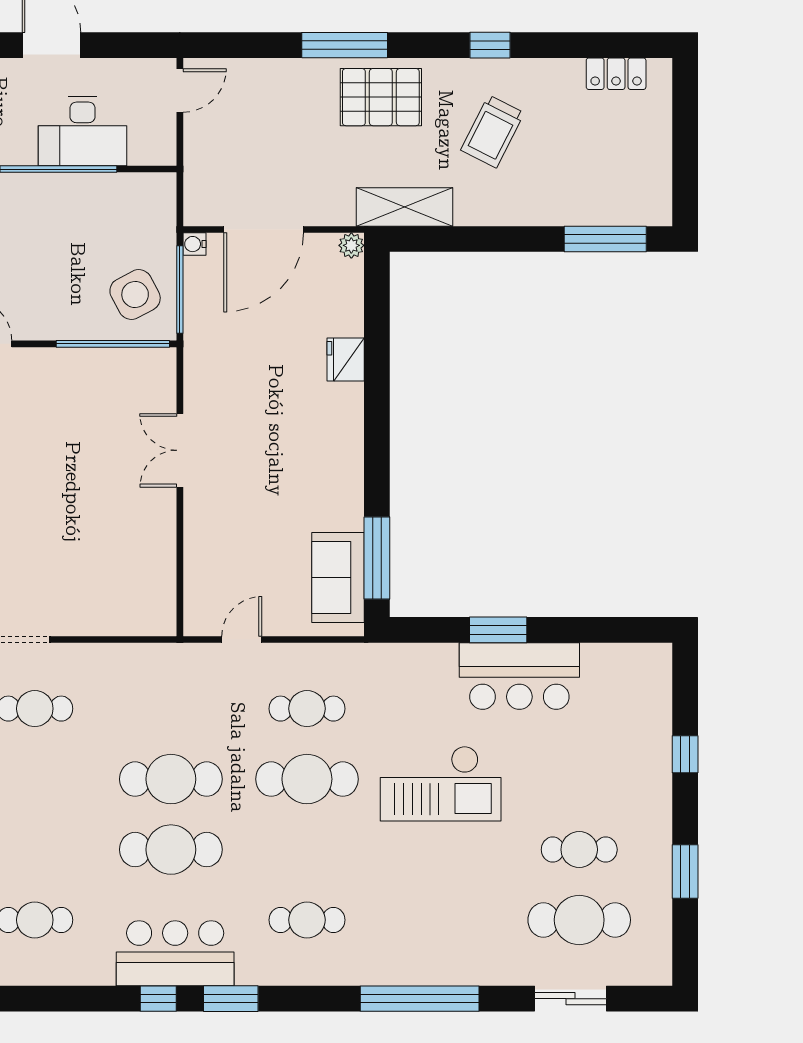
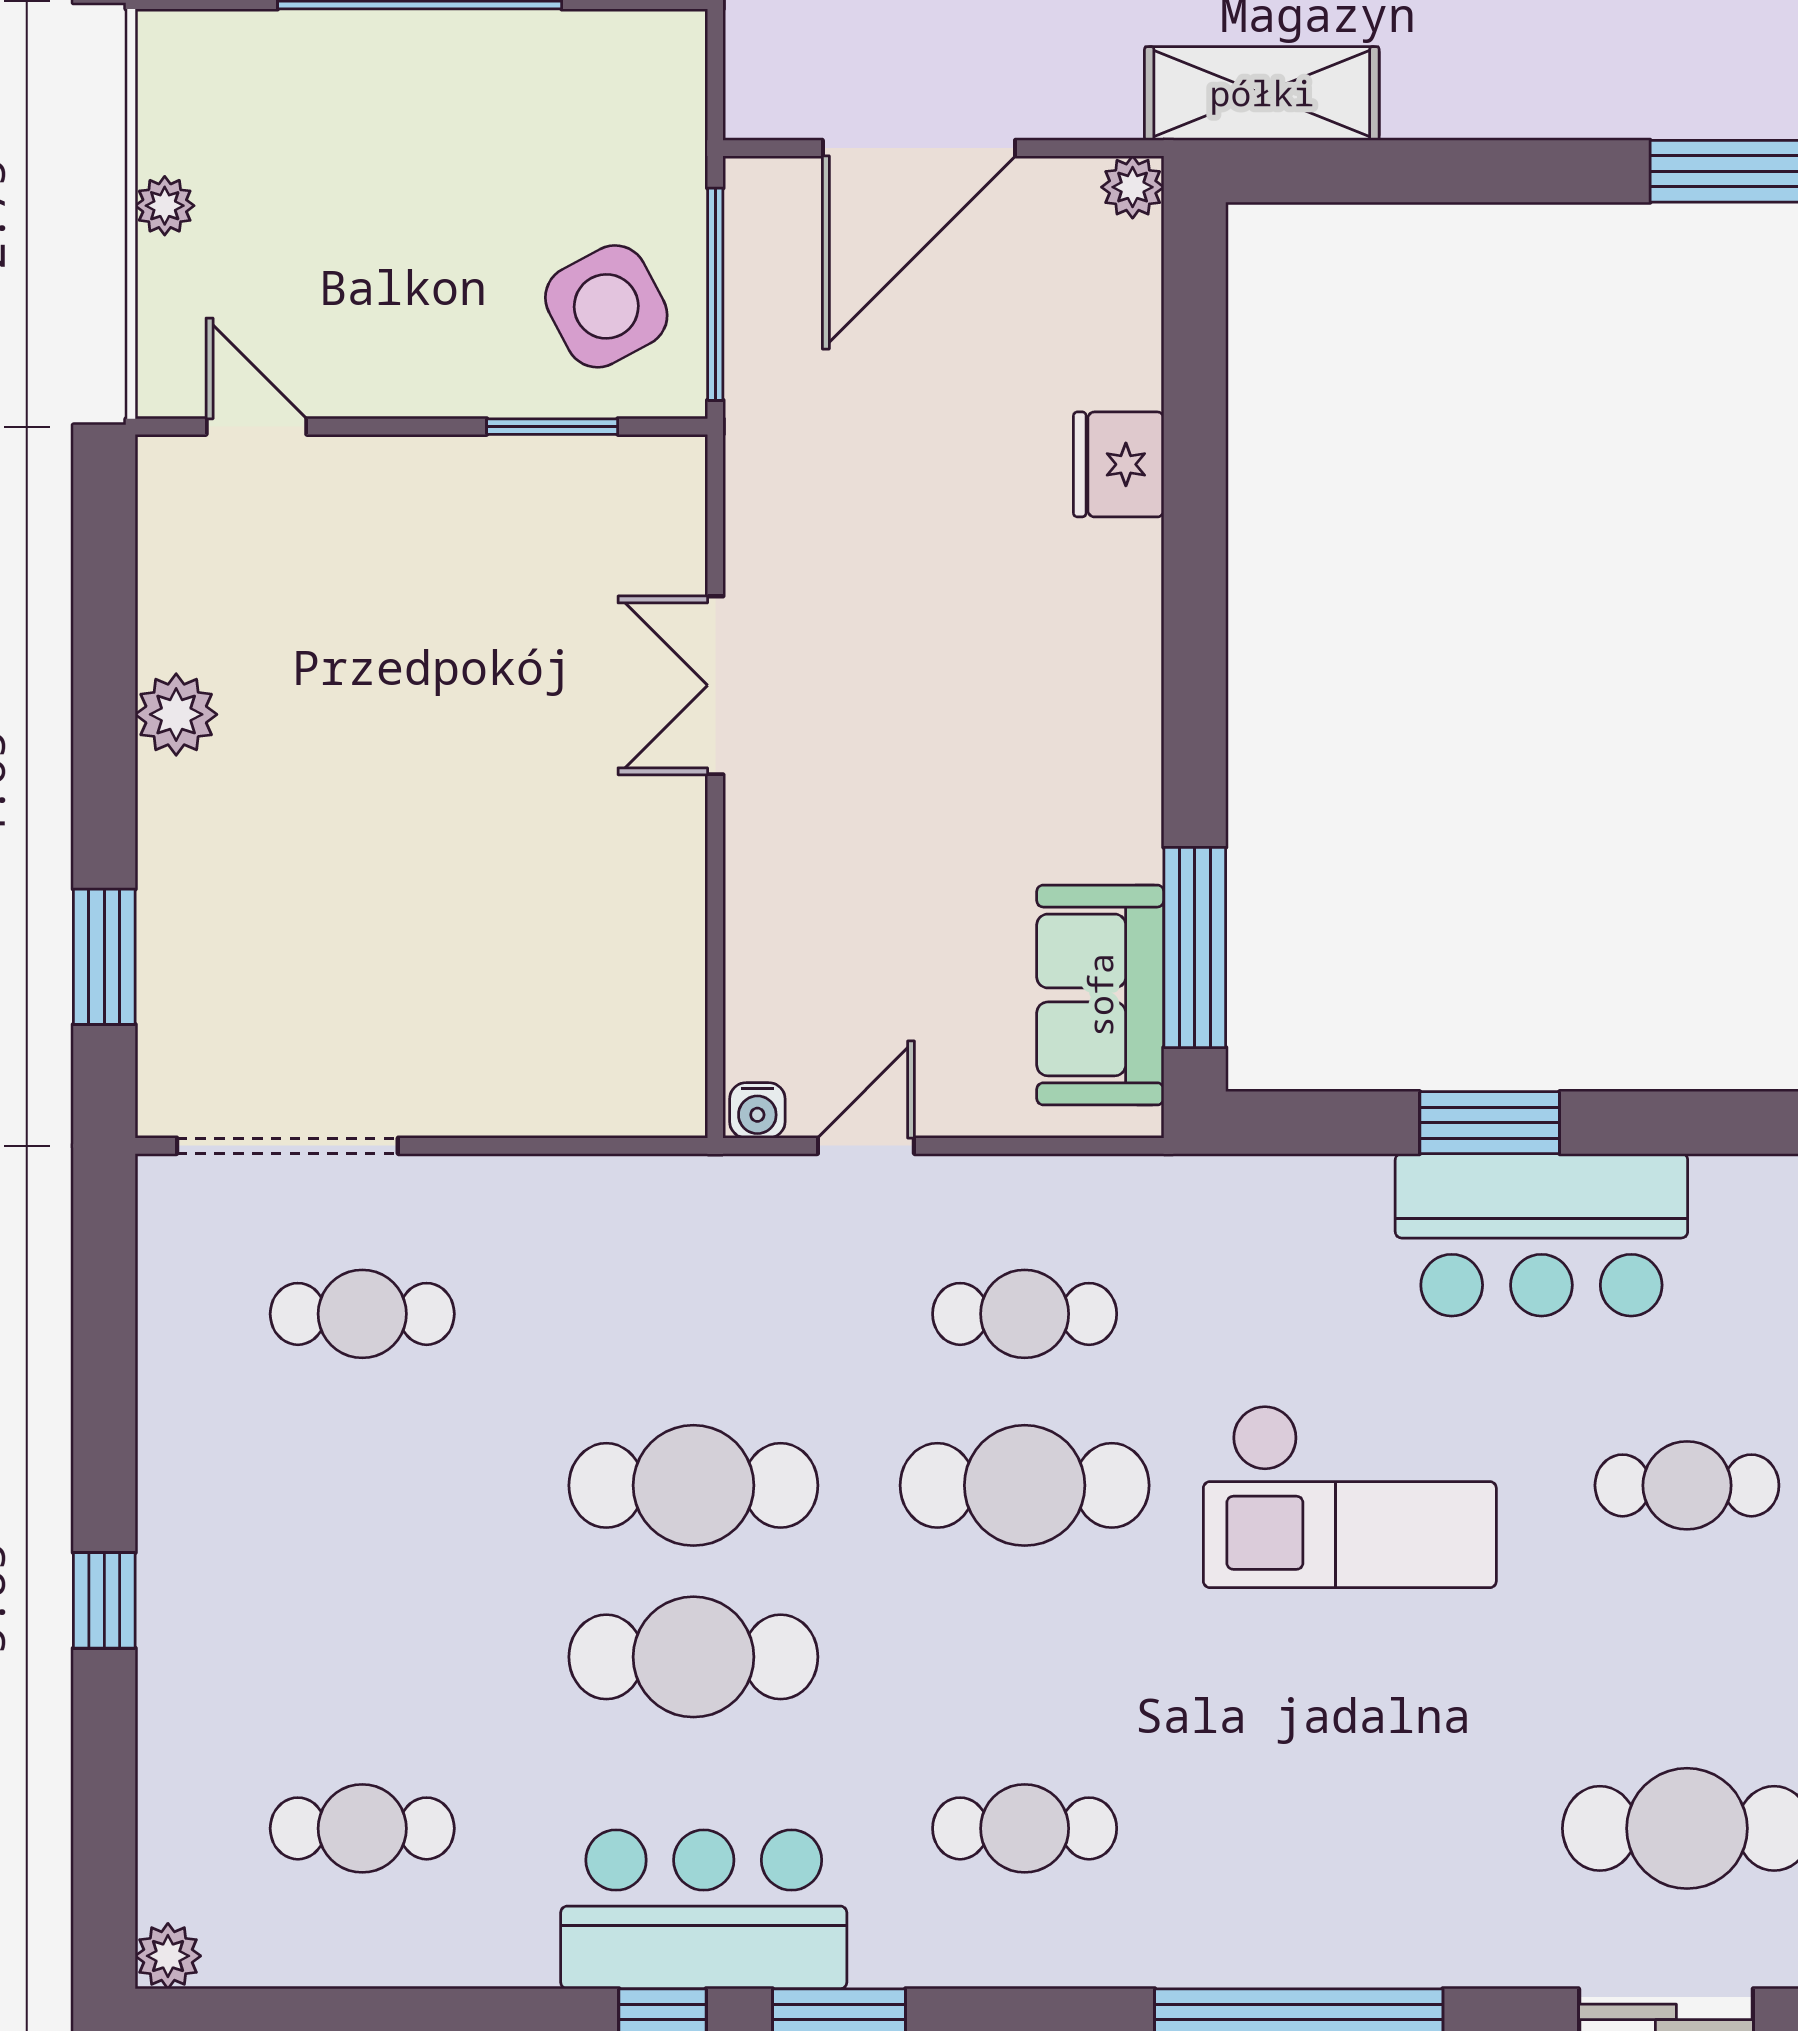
water cooler: (194, 244) -> (757, 1110), moved, turned -90
window: (113, 344) -> (552, 427), width x0.47
cafe table: (579, 850) -> (1687, 1485), moved

